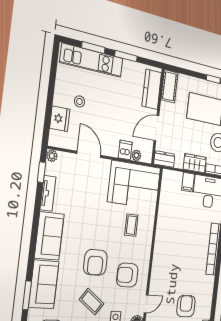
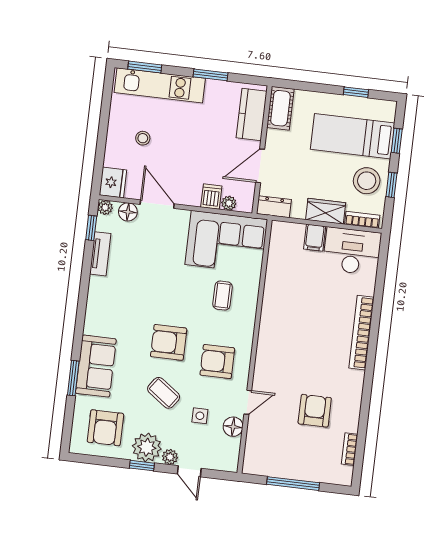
window: (93, 48) -> (145, 67), moved
fridge: (60, 119) -> (113, 182), moved
floor lamp: (68, 160) -> (128, 212), added
sofa: (49, 236) -> (103, 306), removed
armchair: (95, 262) -> (169, 342), turned 90

